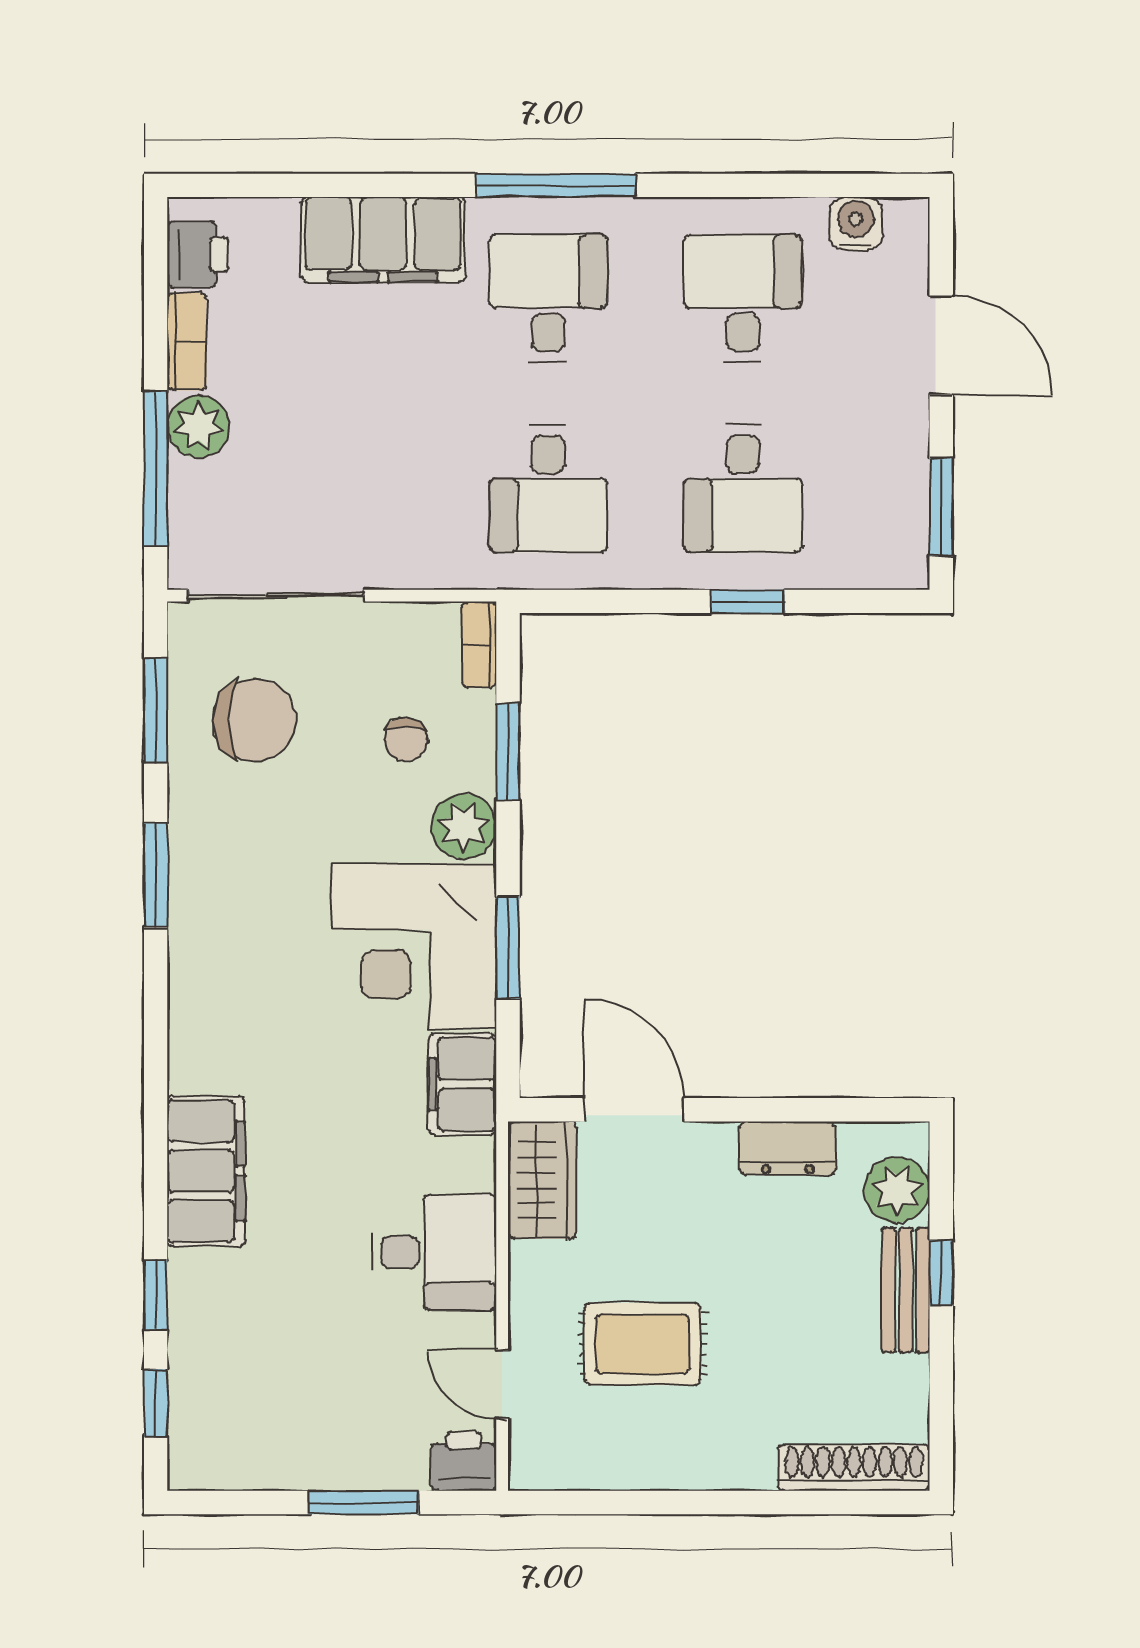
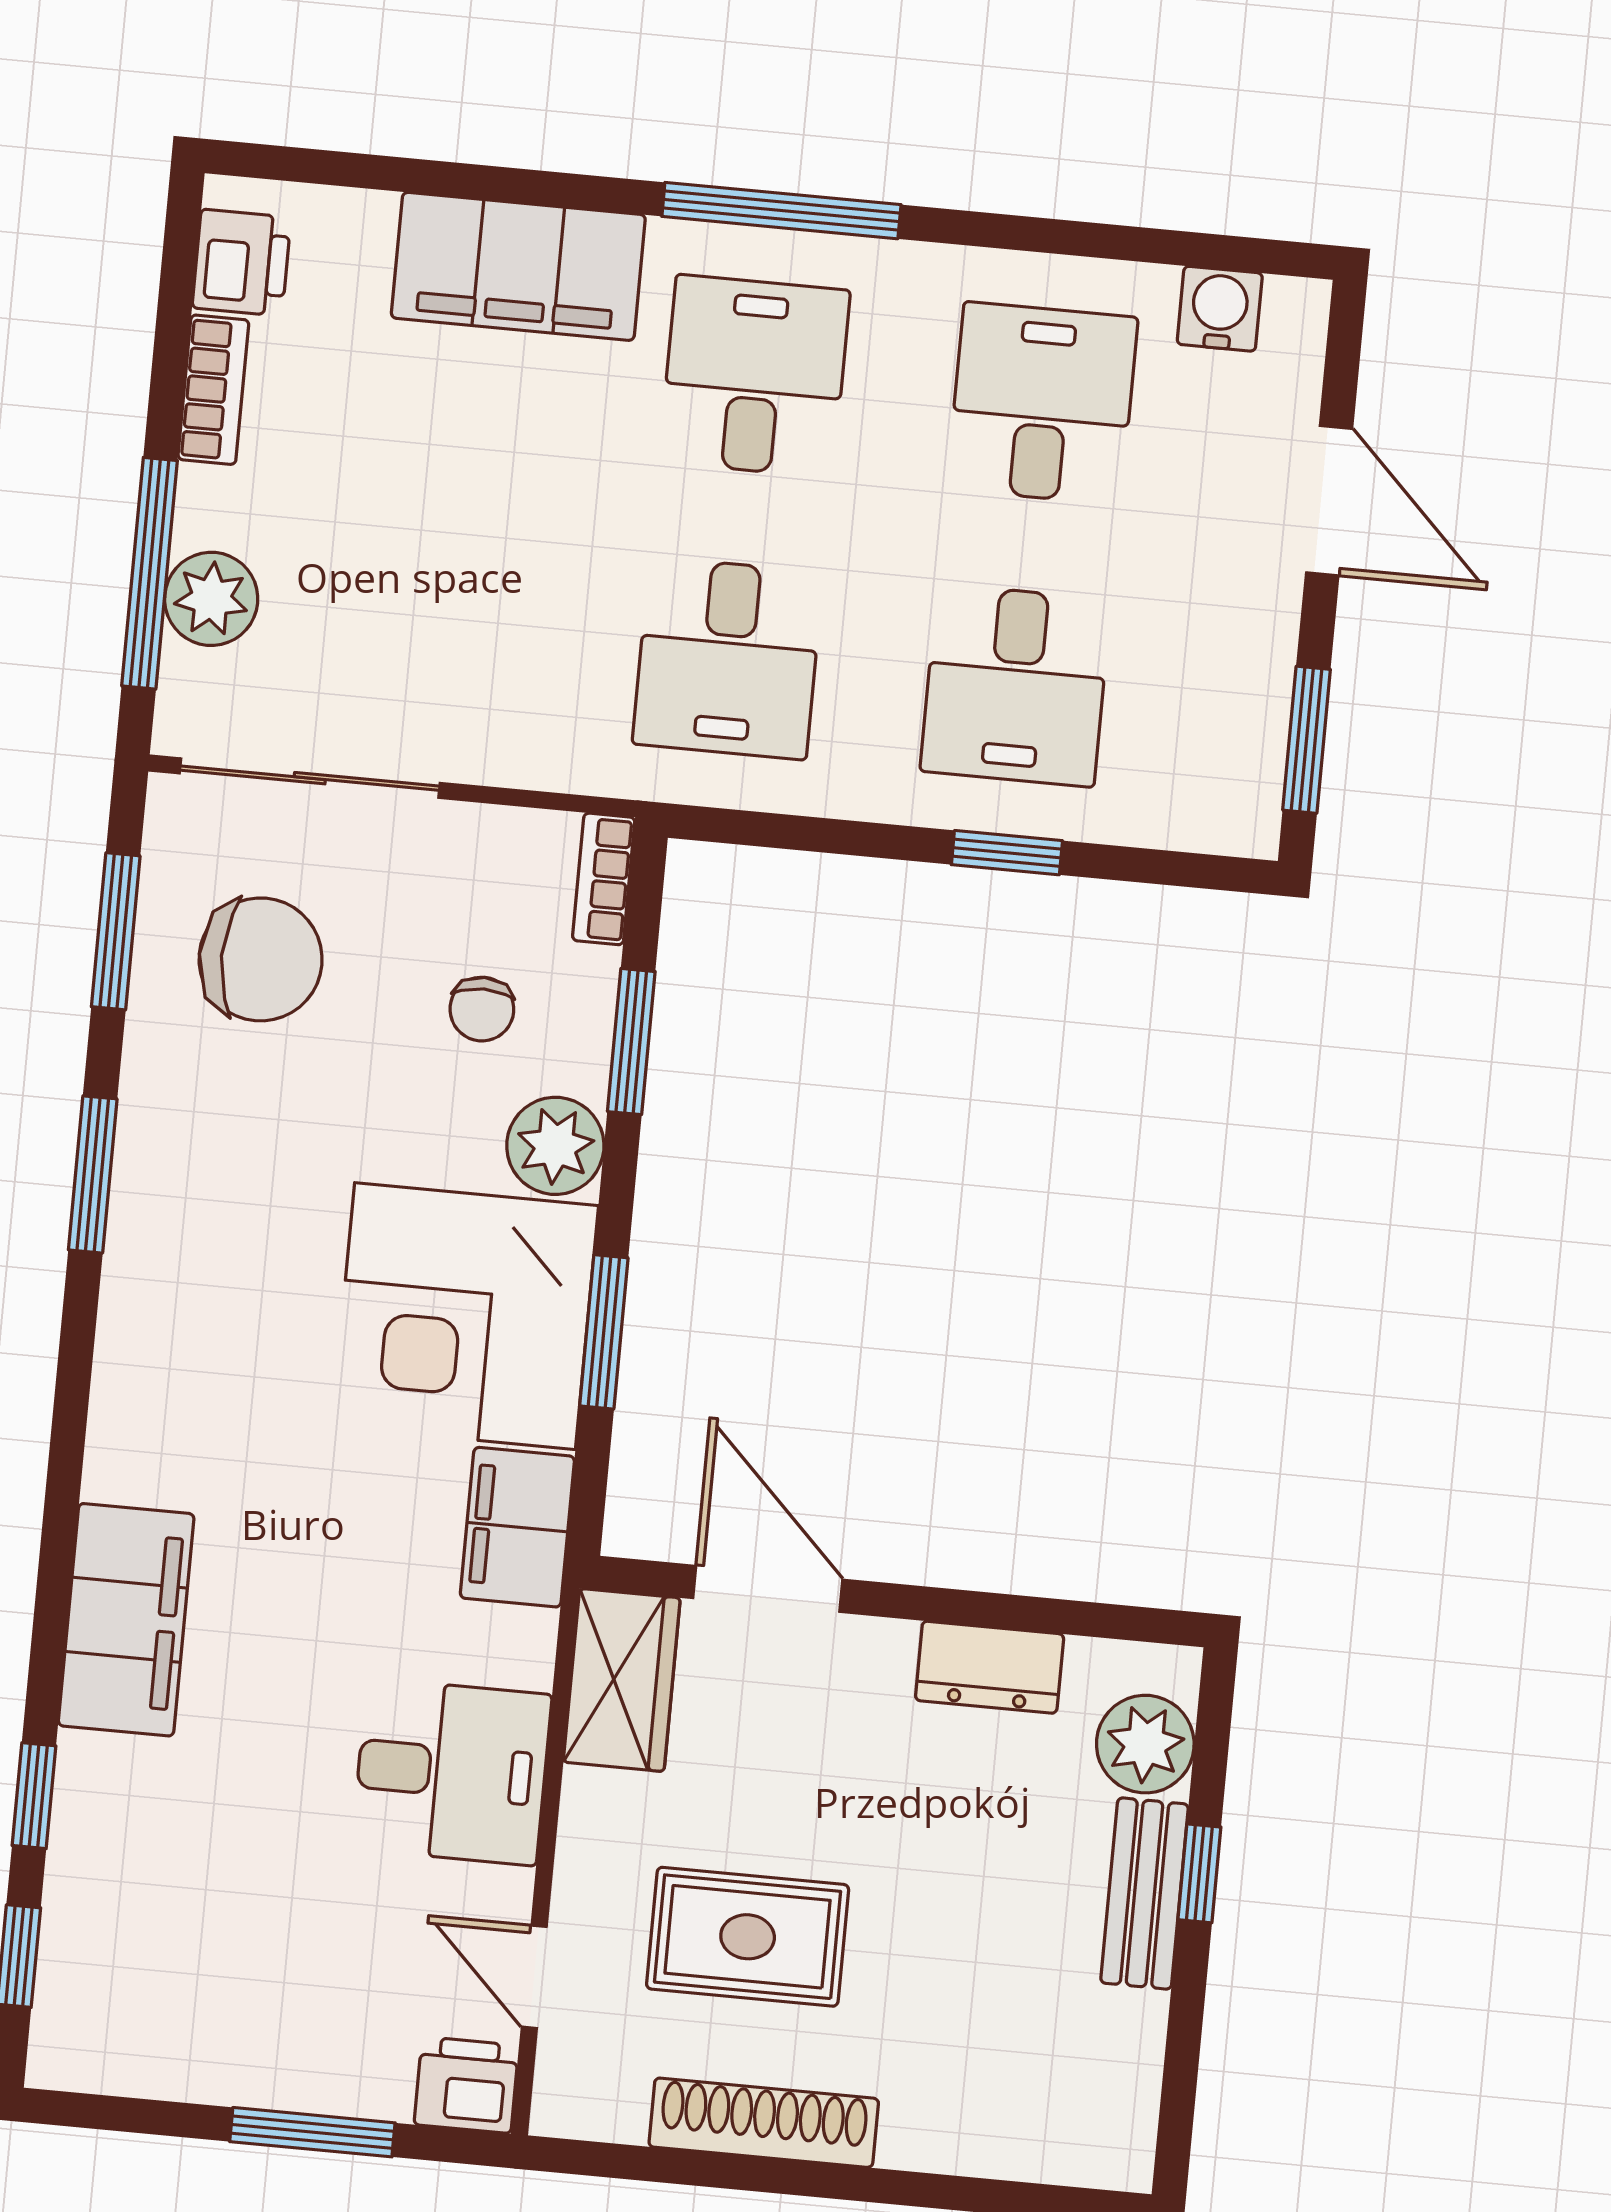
plant: (199, 426) -> (211, 599), moved
shoe rack: (854, 1468) -> (764, 2123), moved

